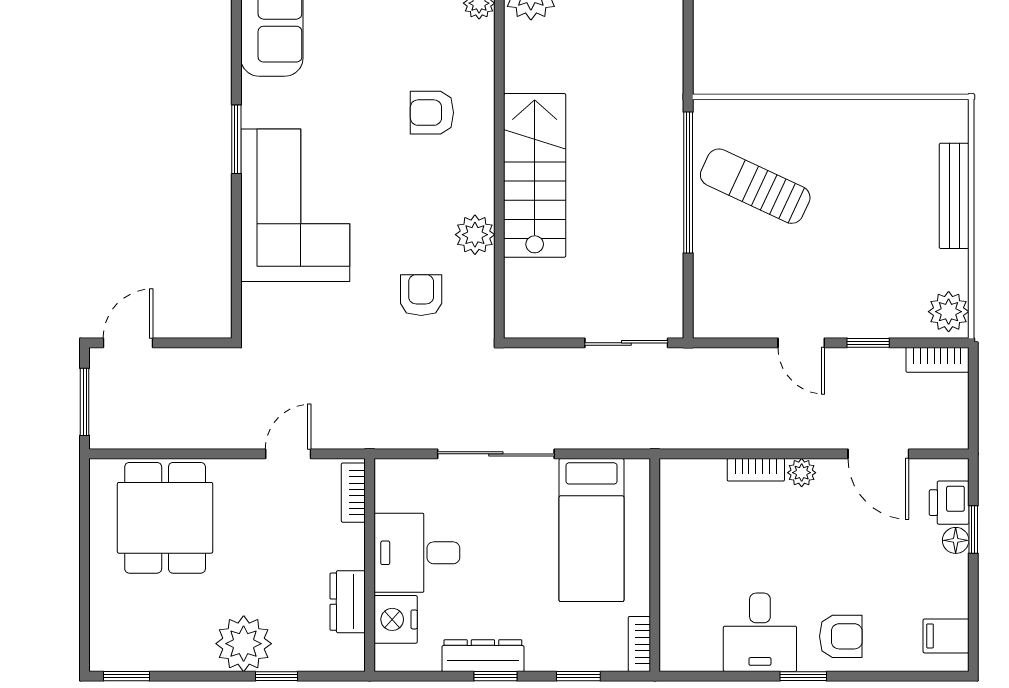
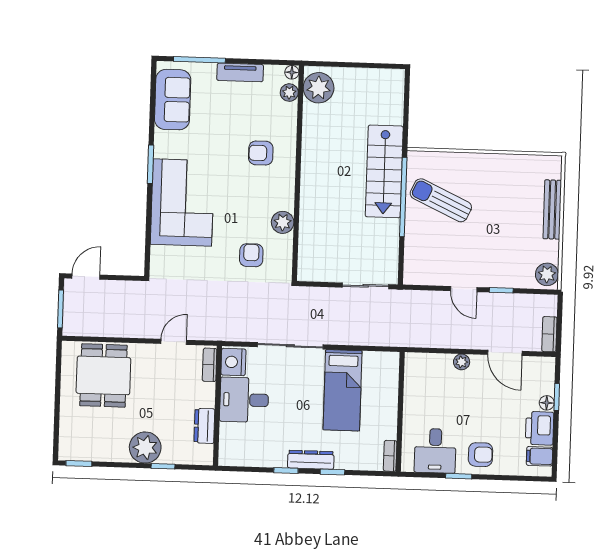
stairs: (535, 175) -> (384, 171), moved, turned 180
bookcase: (937, 360) -> (549, 334), moved, turned 90
bookcase: (756, 470) -> (436, 359), removed
printer: (949, 503) -> (540, 428), moved, width x1.36, depth x1.24
wall: (655, 565) -> (400, 412), moved
nightstand: (396, 619) -> (233, 362), moved
bookcase: (639, 644) -> (390, 456), moved
dresser: (483, 656) -> (311, 460), moved

